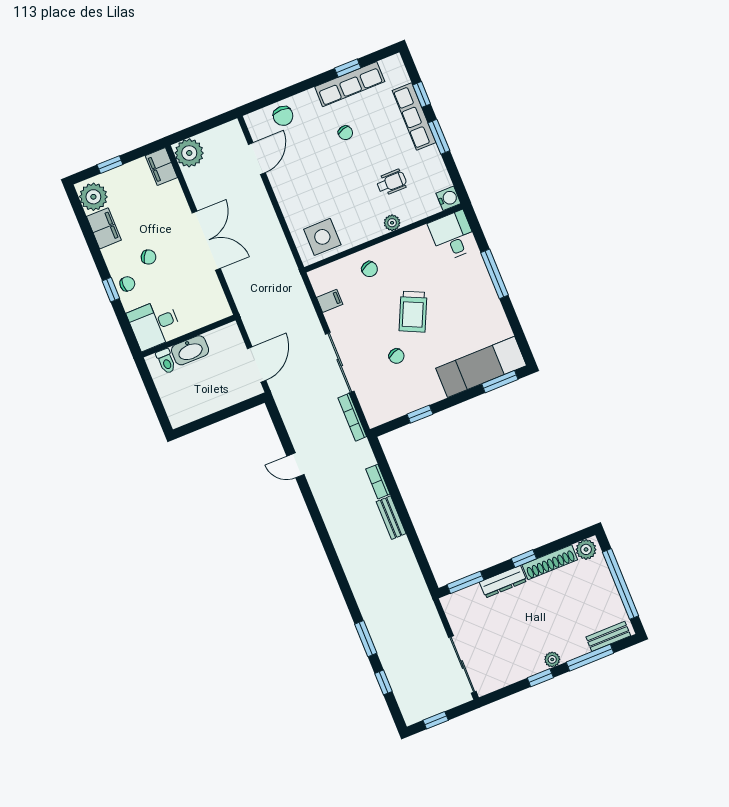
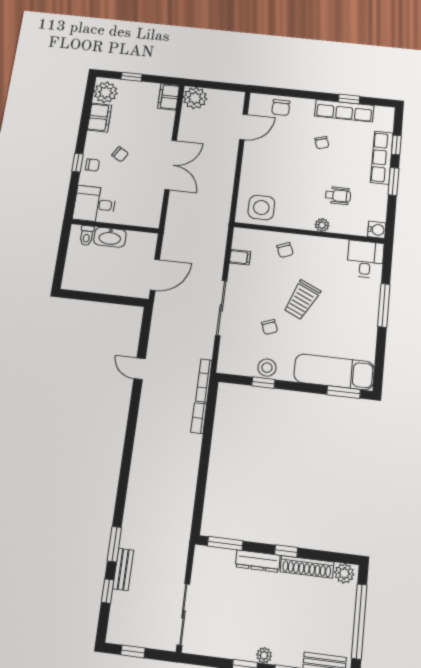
stool: (415, 398) -> (267, 368), added
bookcase: (352, 417) -> (204, 381), moved
bench: (391, 518) -> (123, 569), moved

